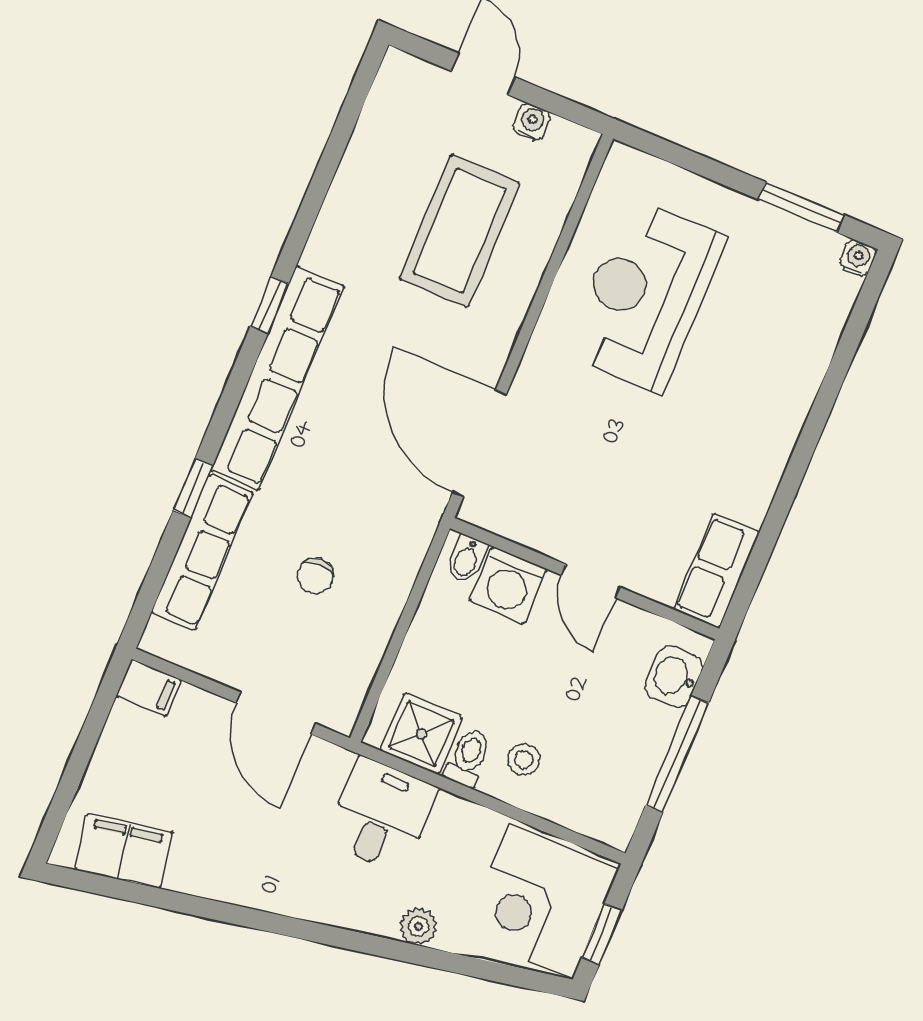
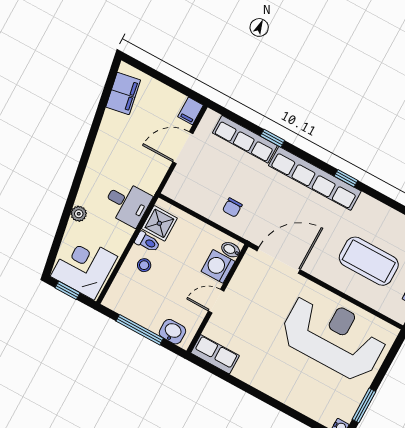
reception desk: (646, 295) -> (334, 336), width x1.36, depth x1.30
chair: (315, 576) -> (232, 208), moved, turned -90
door: (276, 713) -> (183, 148), moved

